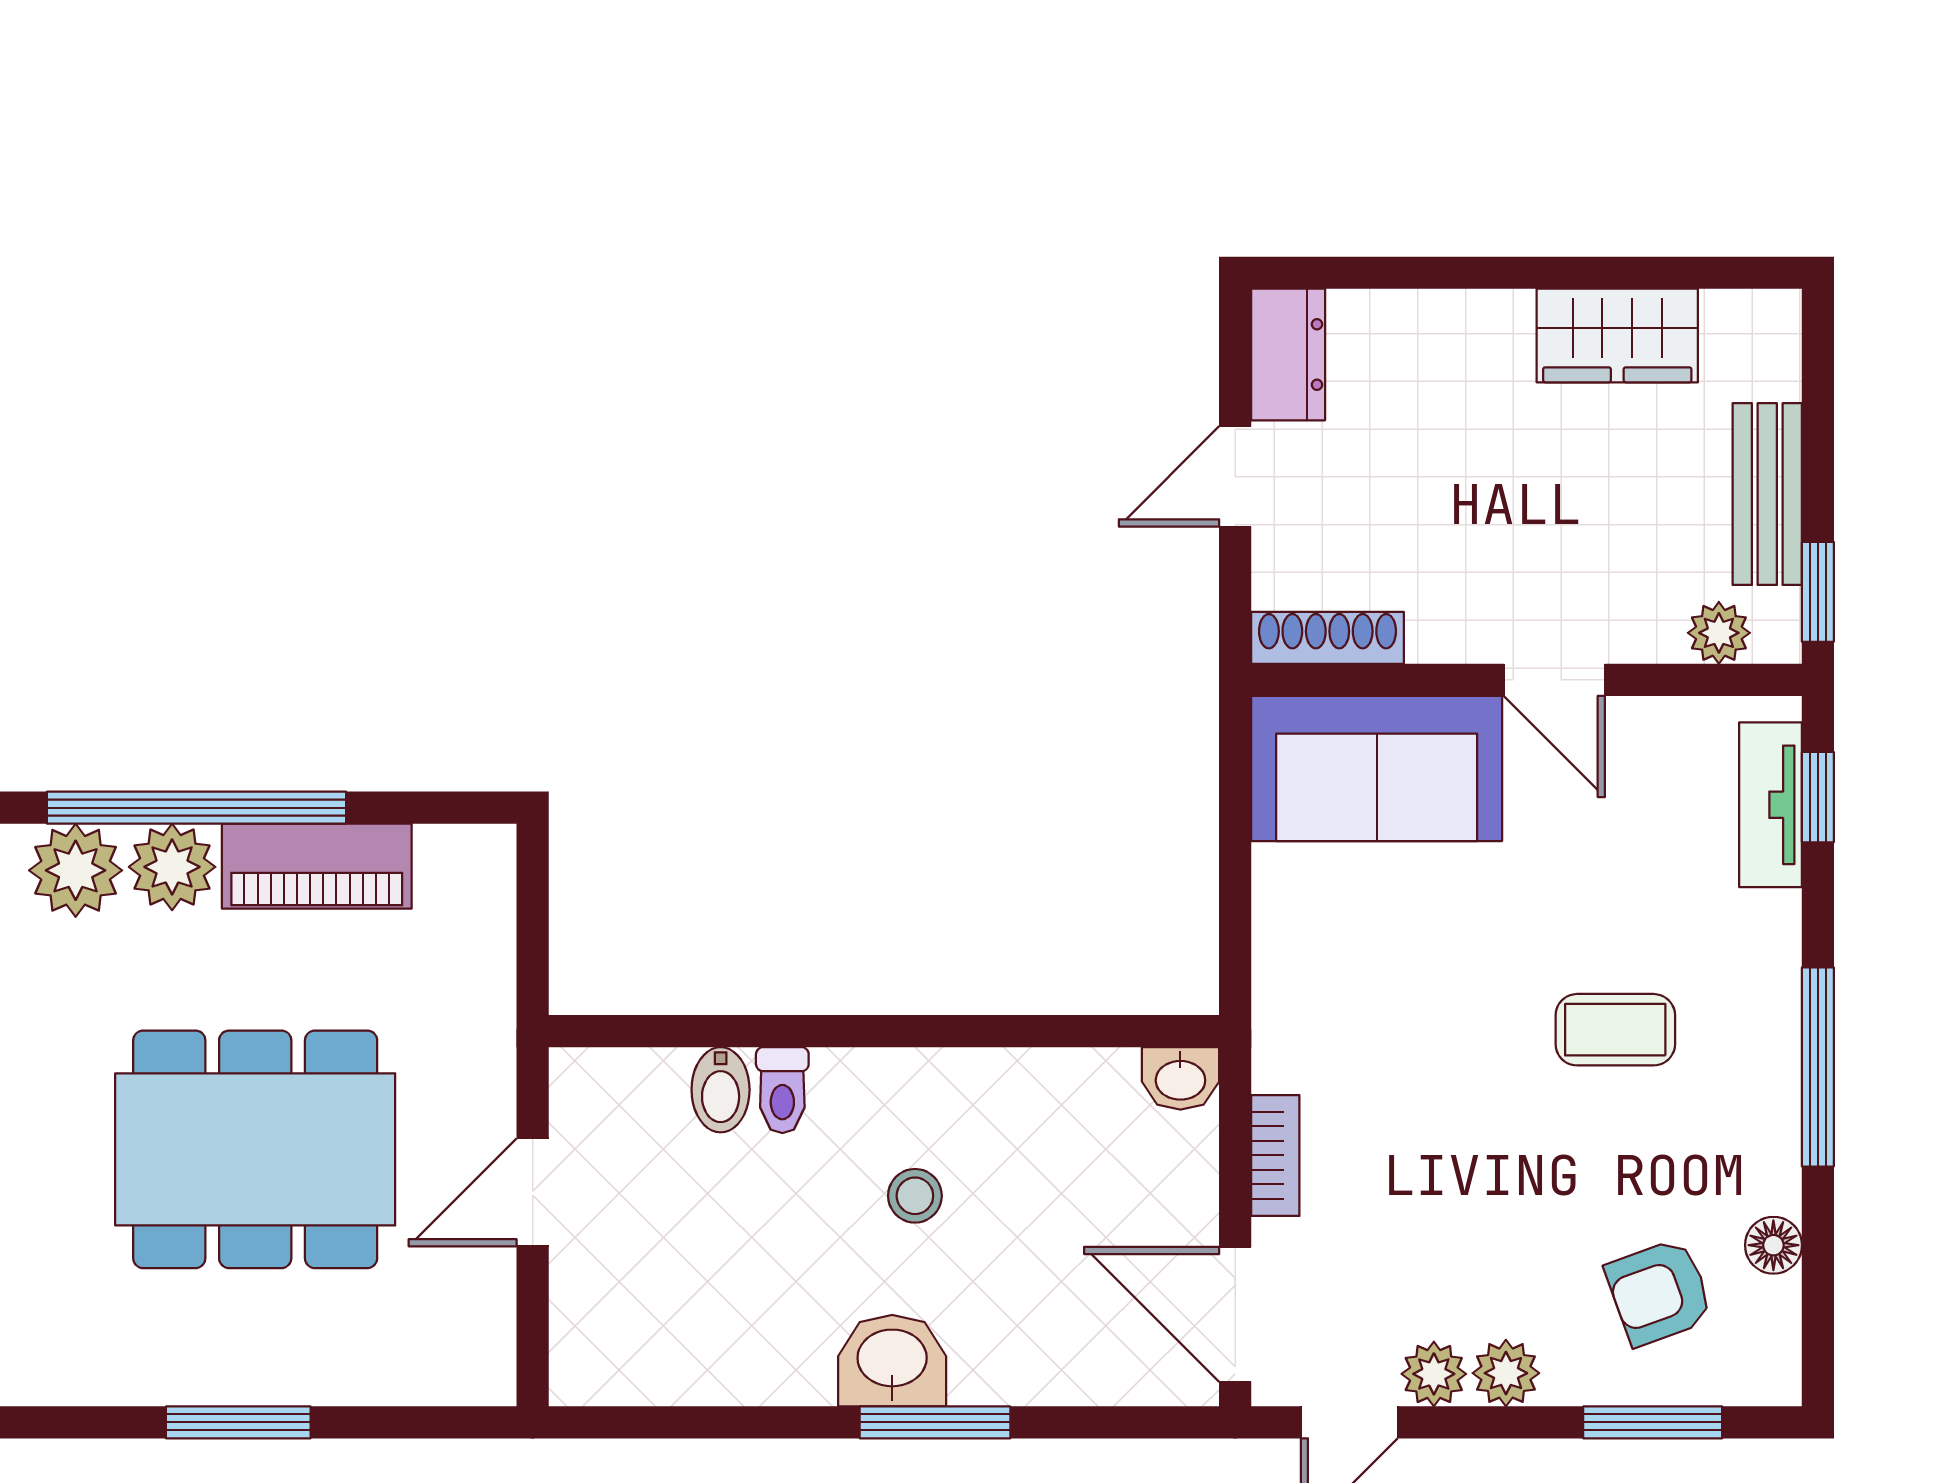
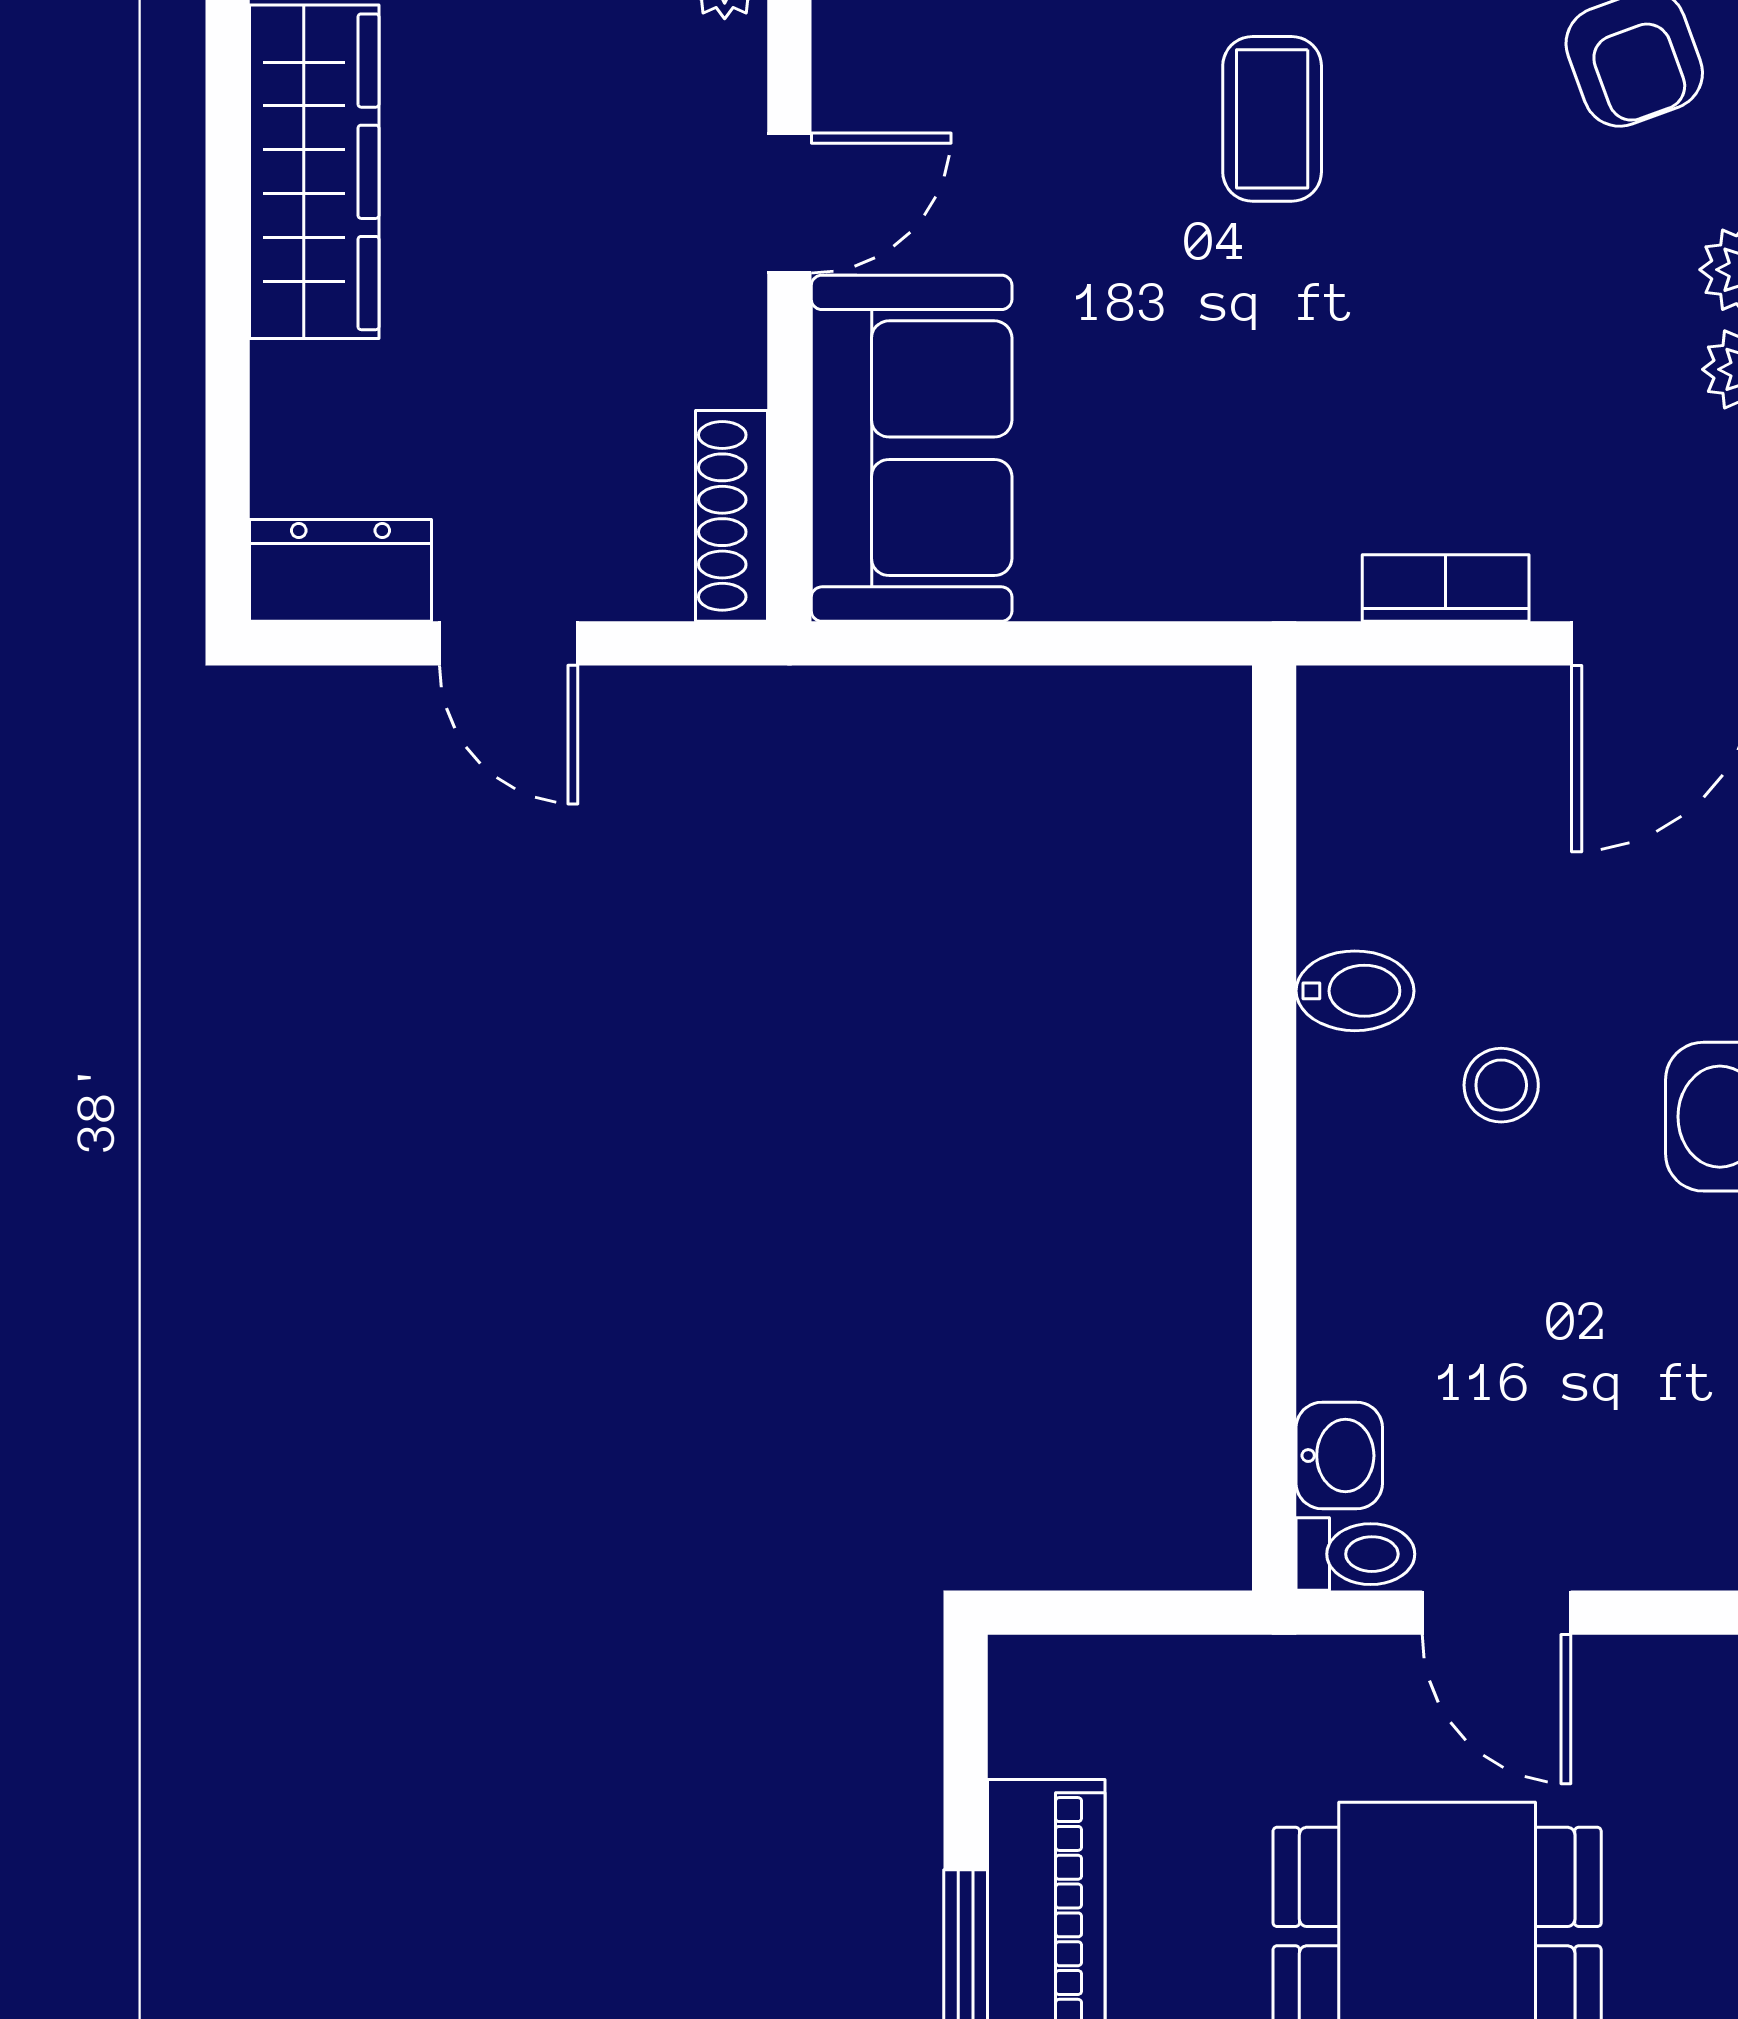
wardrobe: (1617, 335) -> (314, 172), width x1.50
washbasin: (1180, 1078) -> (1339, 1456), moved
bidet: (721, 1090) -> (1355, 991), moved
toilet: (782, 1090) -> (1355, 1554), moved

